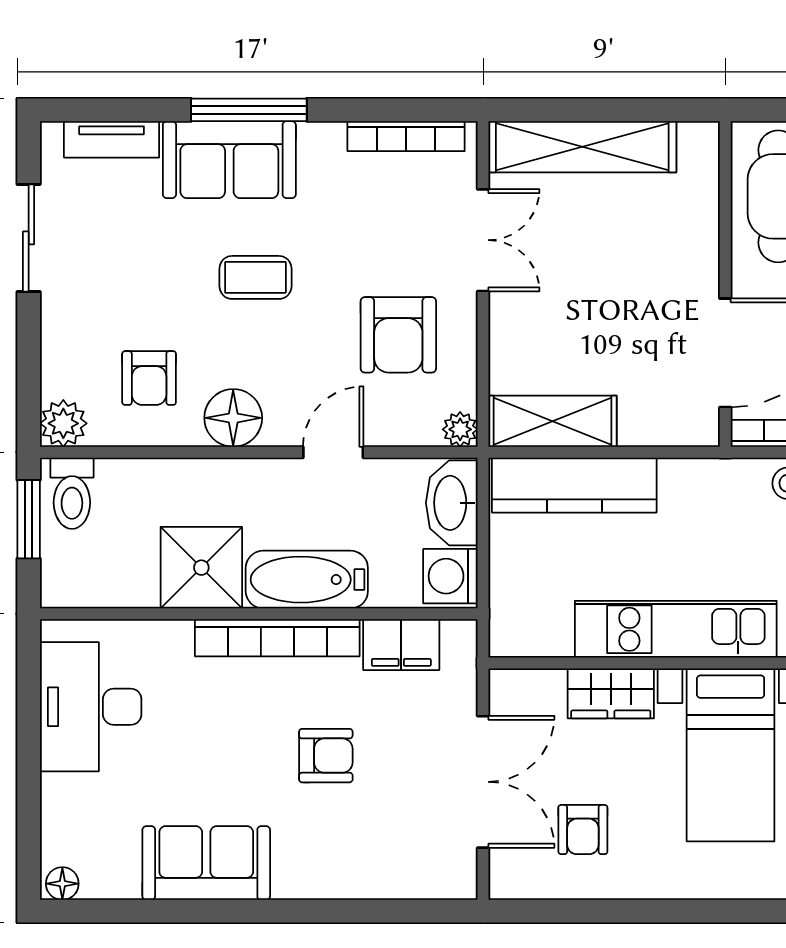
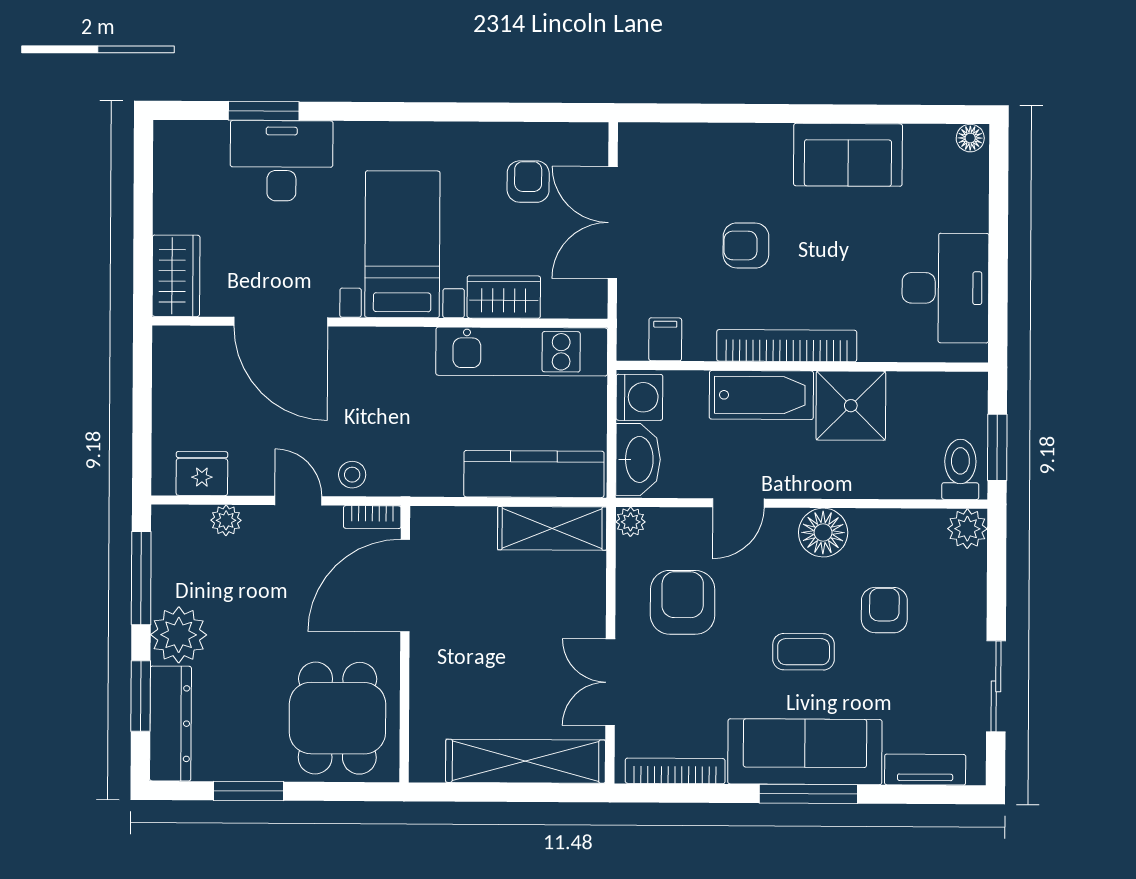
sofa: (229, 160) -> (805, 752), width x1.36
armchair: (149, 378) -> (884, 610), moved
kitchen unit: (676, 629) -> (522, 352), moved
filing cabinet: (401, 645) -> (665, 339), width x0.50

